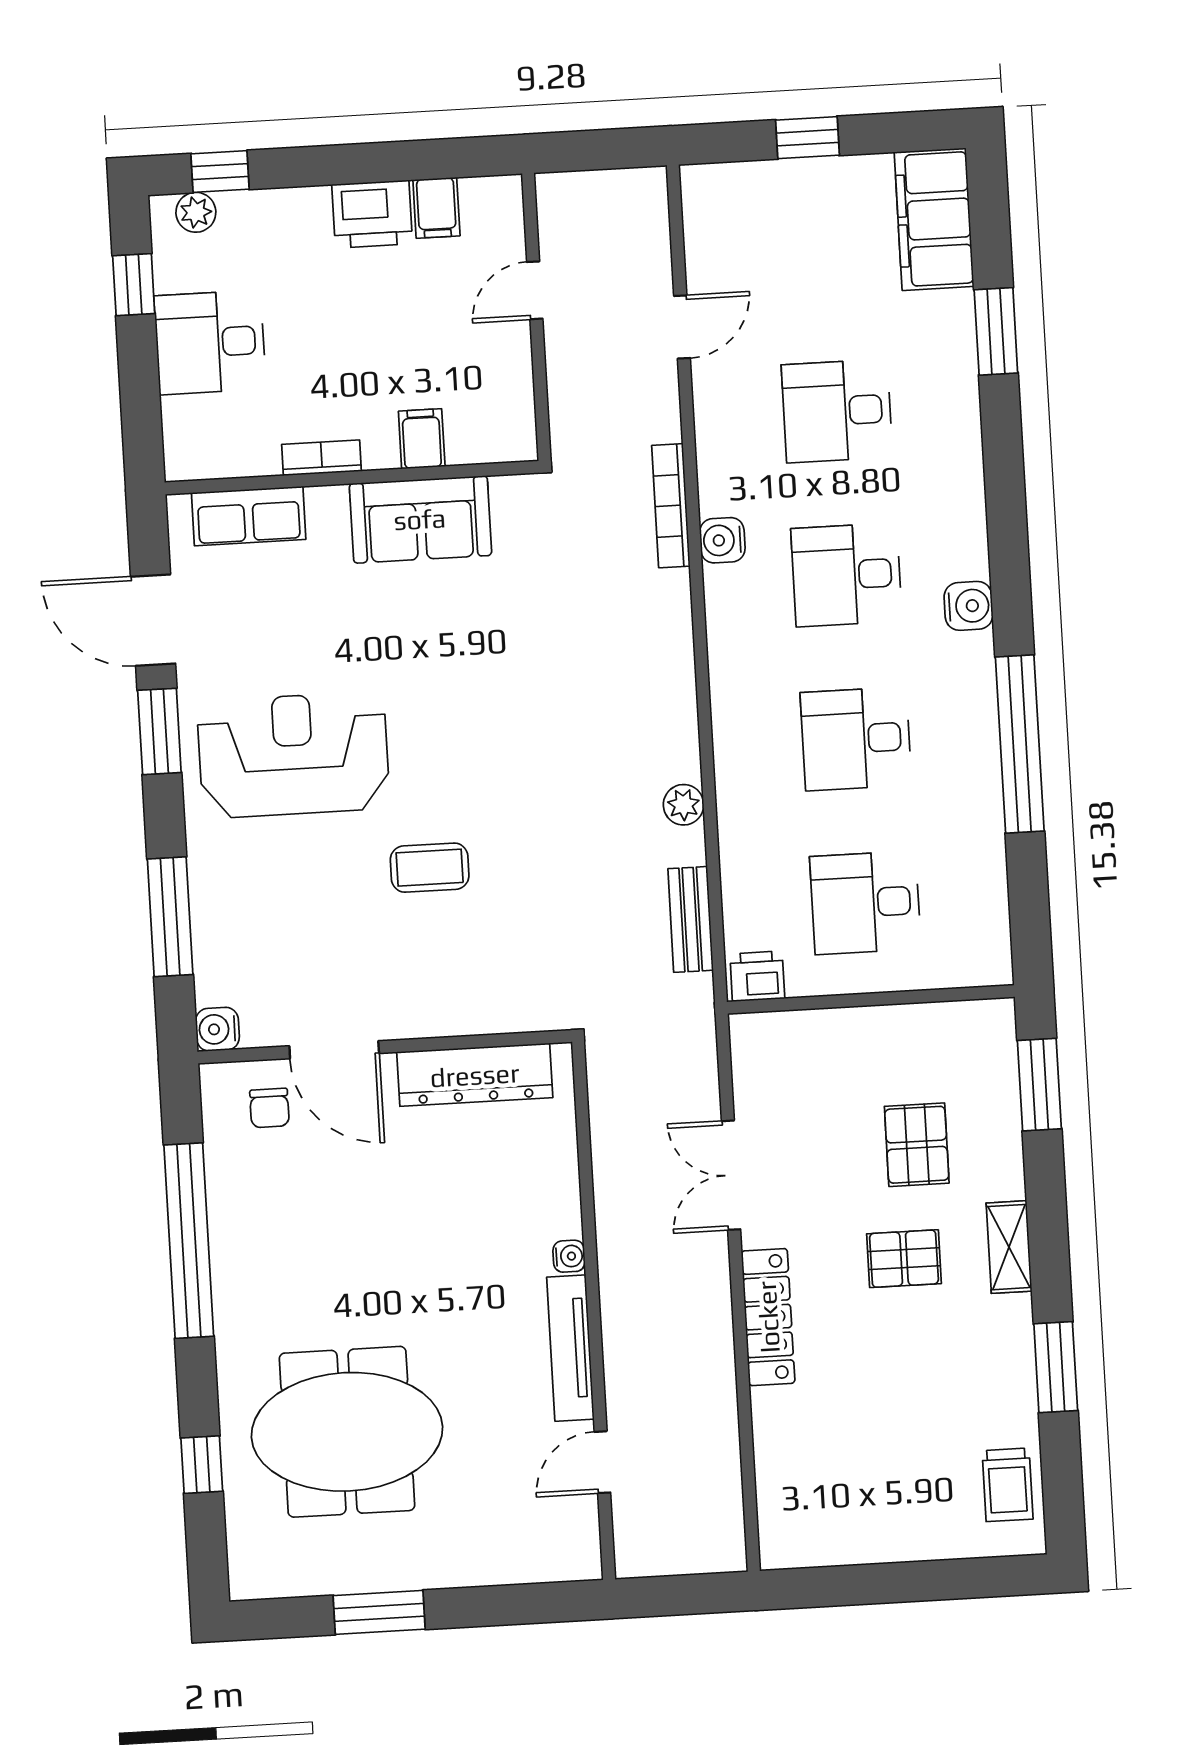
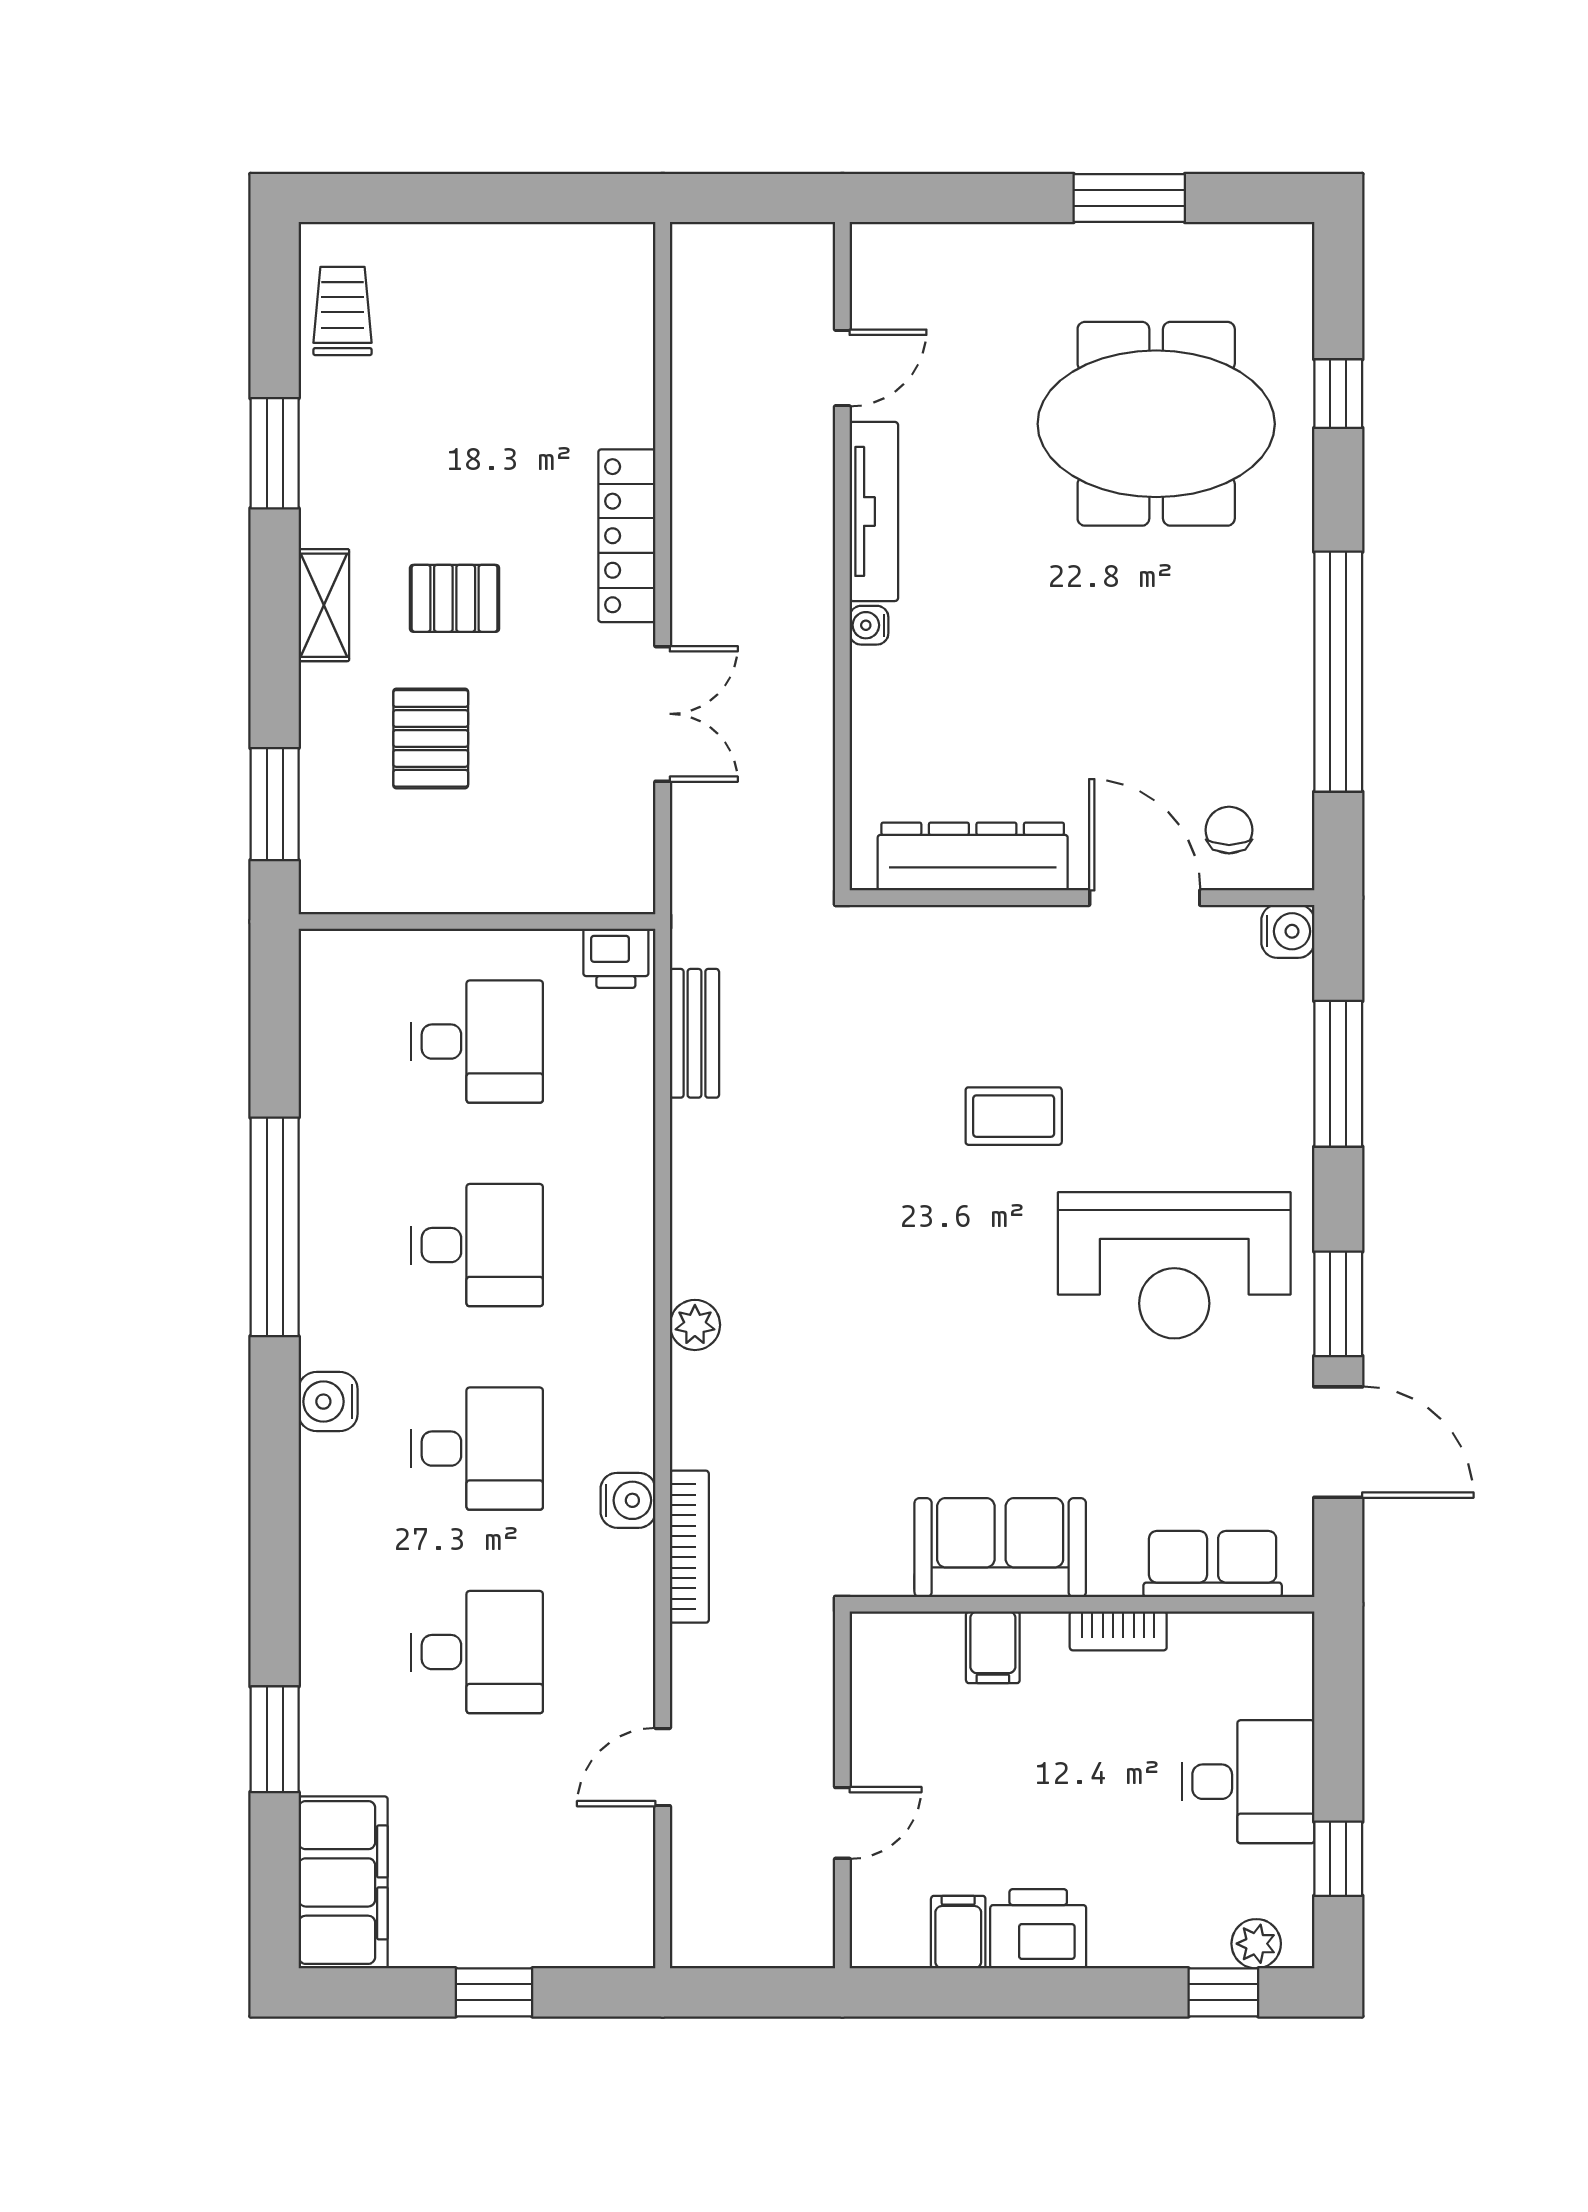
plant: (684, 805) -> (695, 1325), moved

